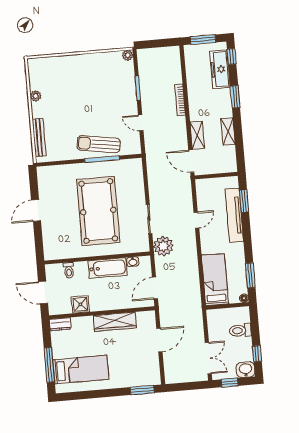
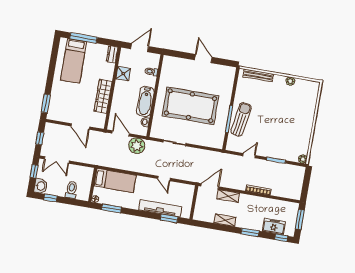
freezer: (220, 69) -> (274, 226), width x0.71
plant: (163, 246) -> (137, 146), moved
window: (187, 386) -> (40, 138), added

